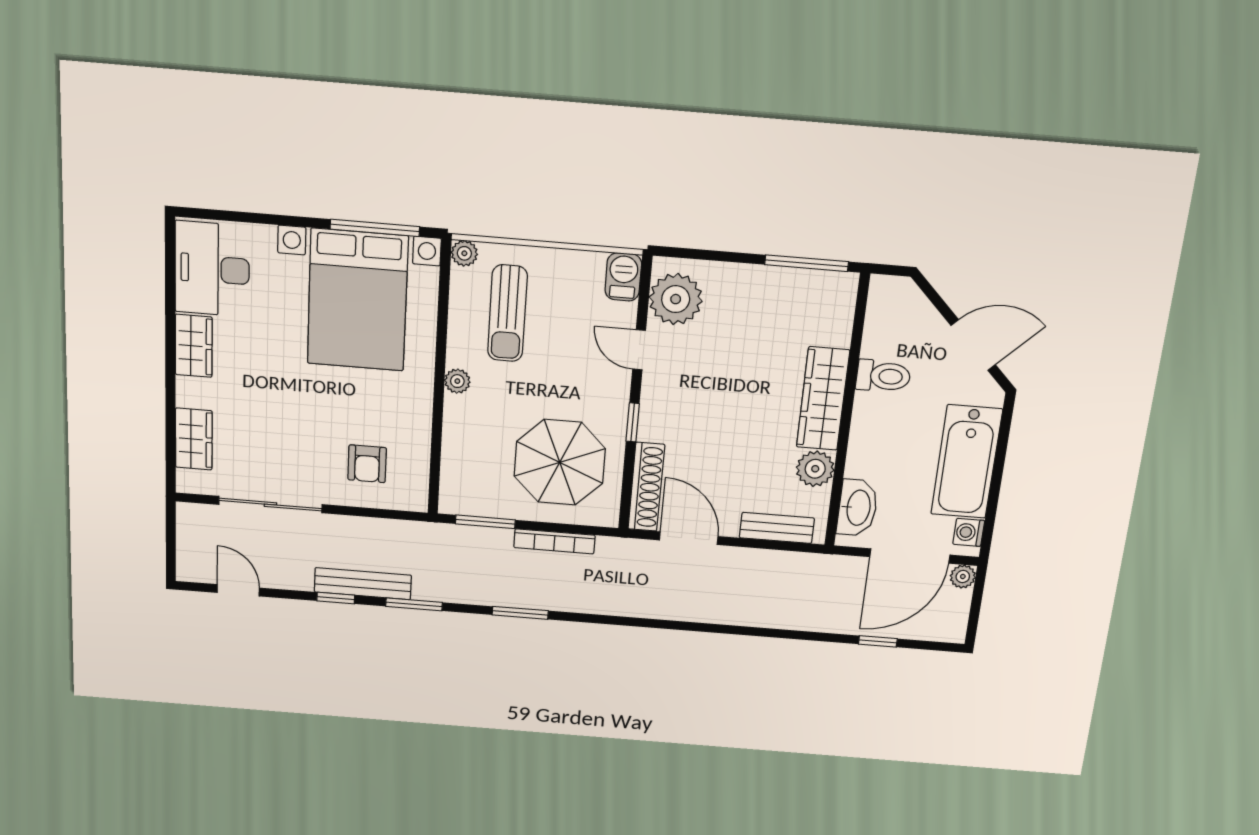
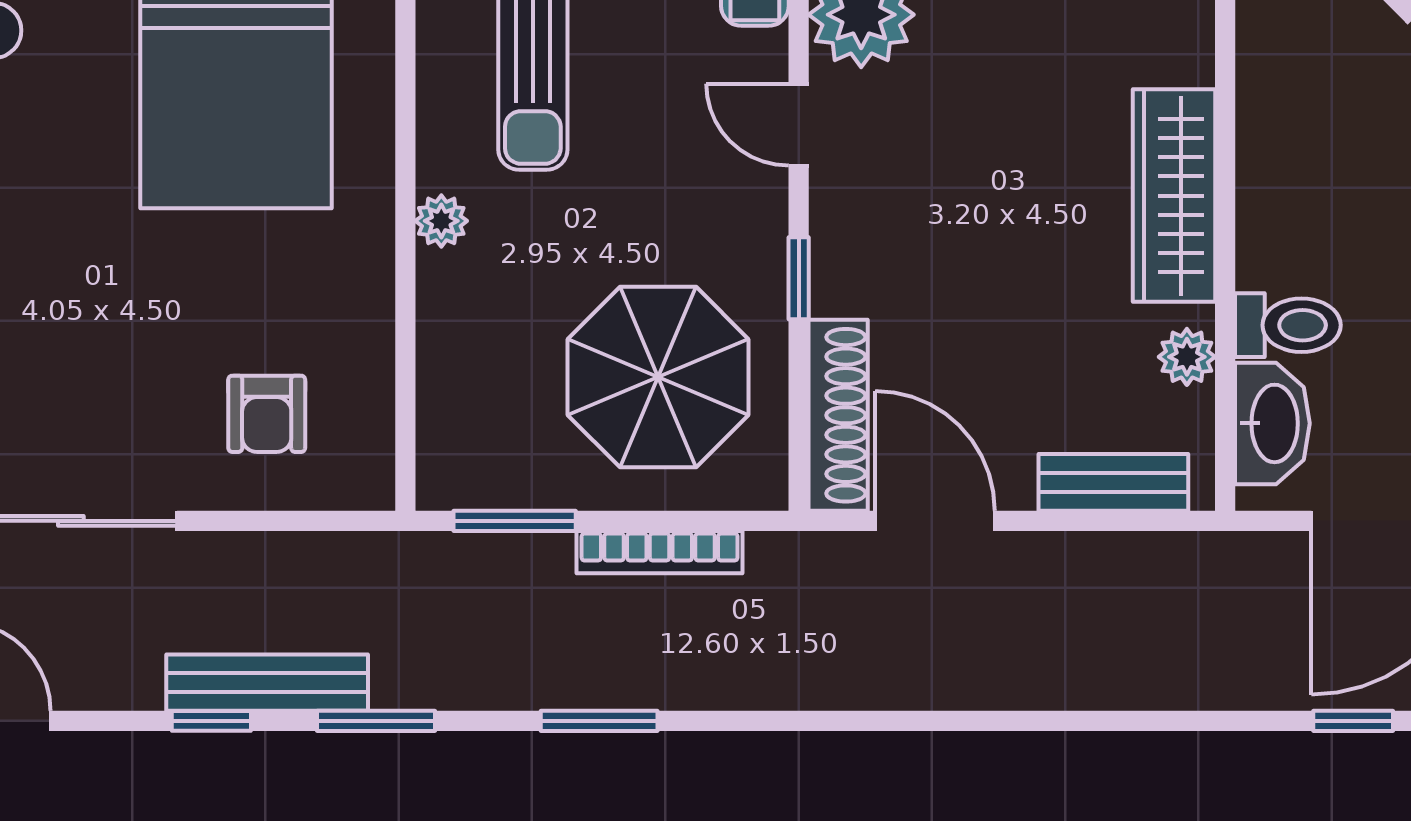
toilet: (883, 376) -> (1288, 325), moved
plant: (815, 469) -> (1187, 357), width x0.73, depth x0.73

